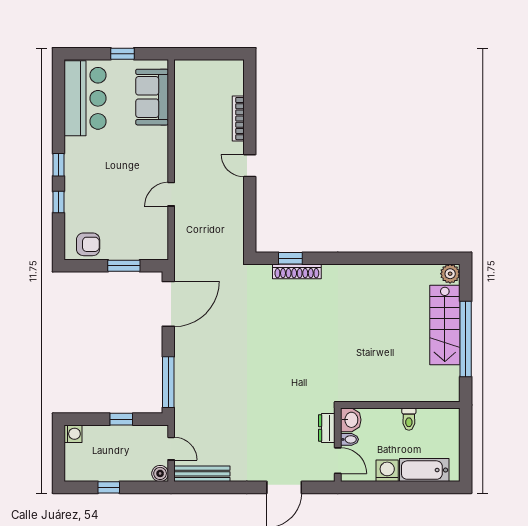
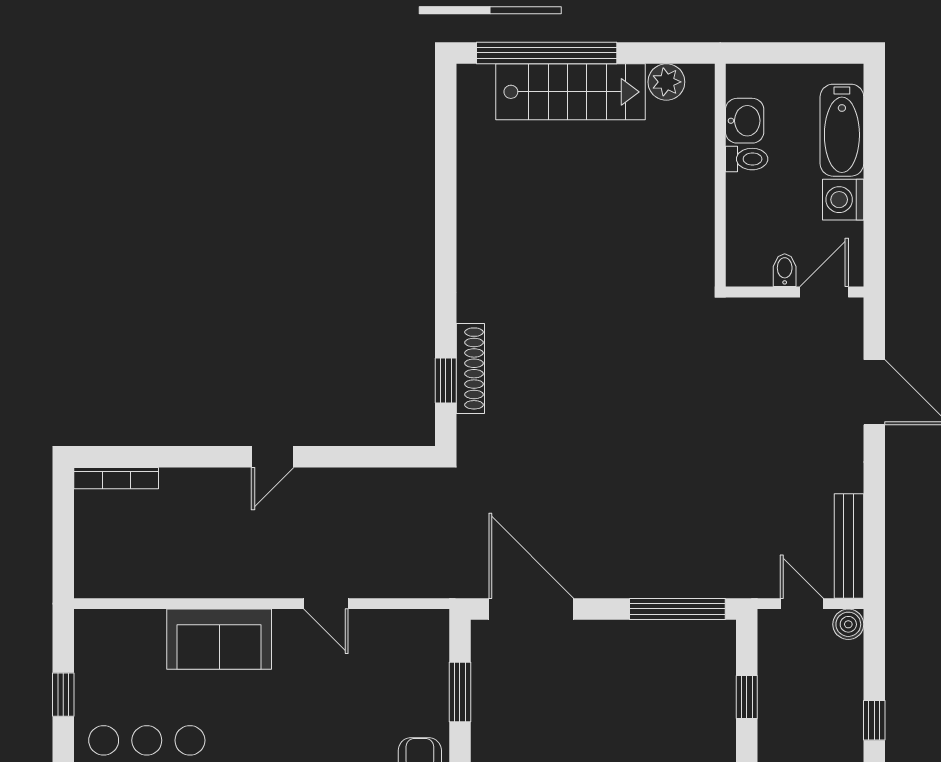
sofa: (152, 97) -> (219, 639), moved
bookcase: (238, 119) -> (116, 478), moved
plant: (450, 274) -> (666, 82), moved
window: (466, 339) -> (547, 53), moved
washbasin: (351, 420) -> (745, 121), moved, turned 90
dresser: (327, 428) -> (763, 313), removed
door: (171, 449) -> (802, 604), hinge flipped

